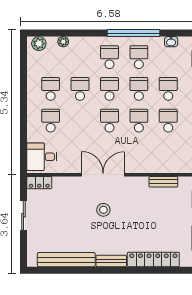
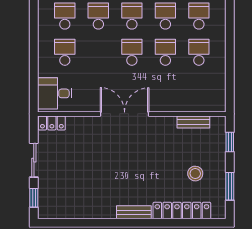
stool: (103, 210) -> (195, 174), moved
window: (23, 248) -> (34, 198), added
bench: (66, 260) -> (83, 211), removed

